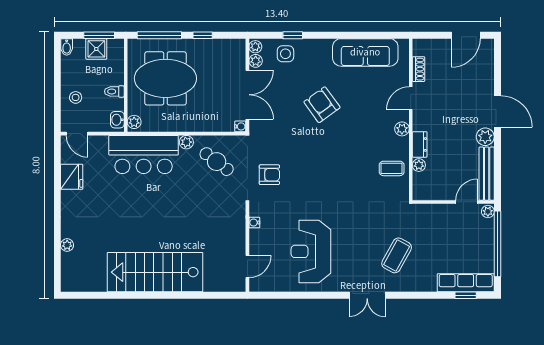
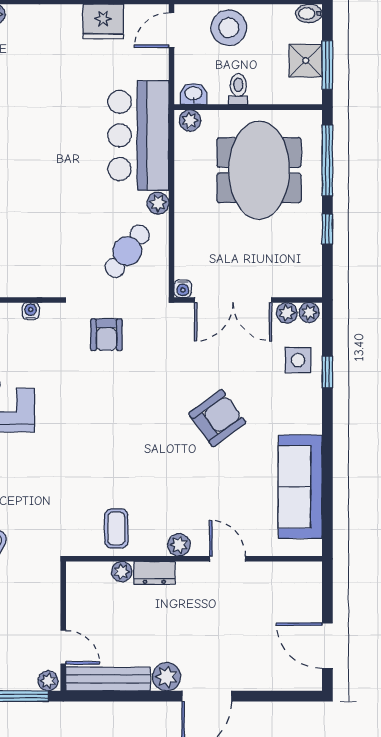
shoe rack: (418, 69) -> (274, 571), removed
stool: (76, 97) -> (229, 28), width x1.89, depth x1.89

